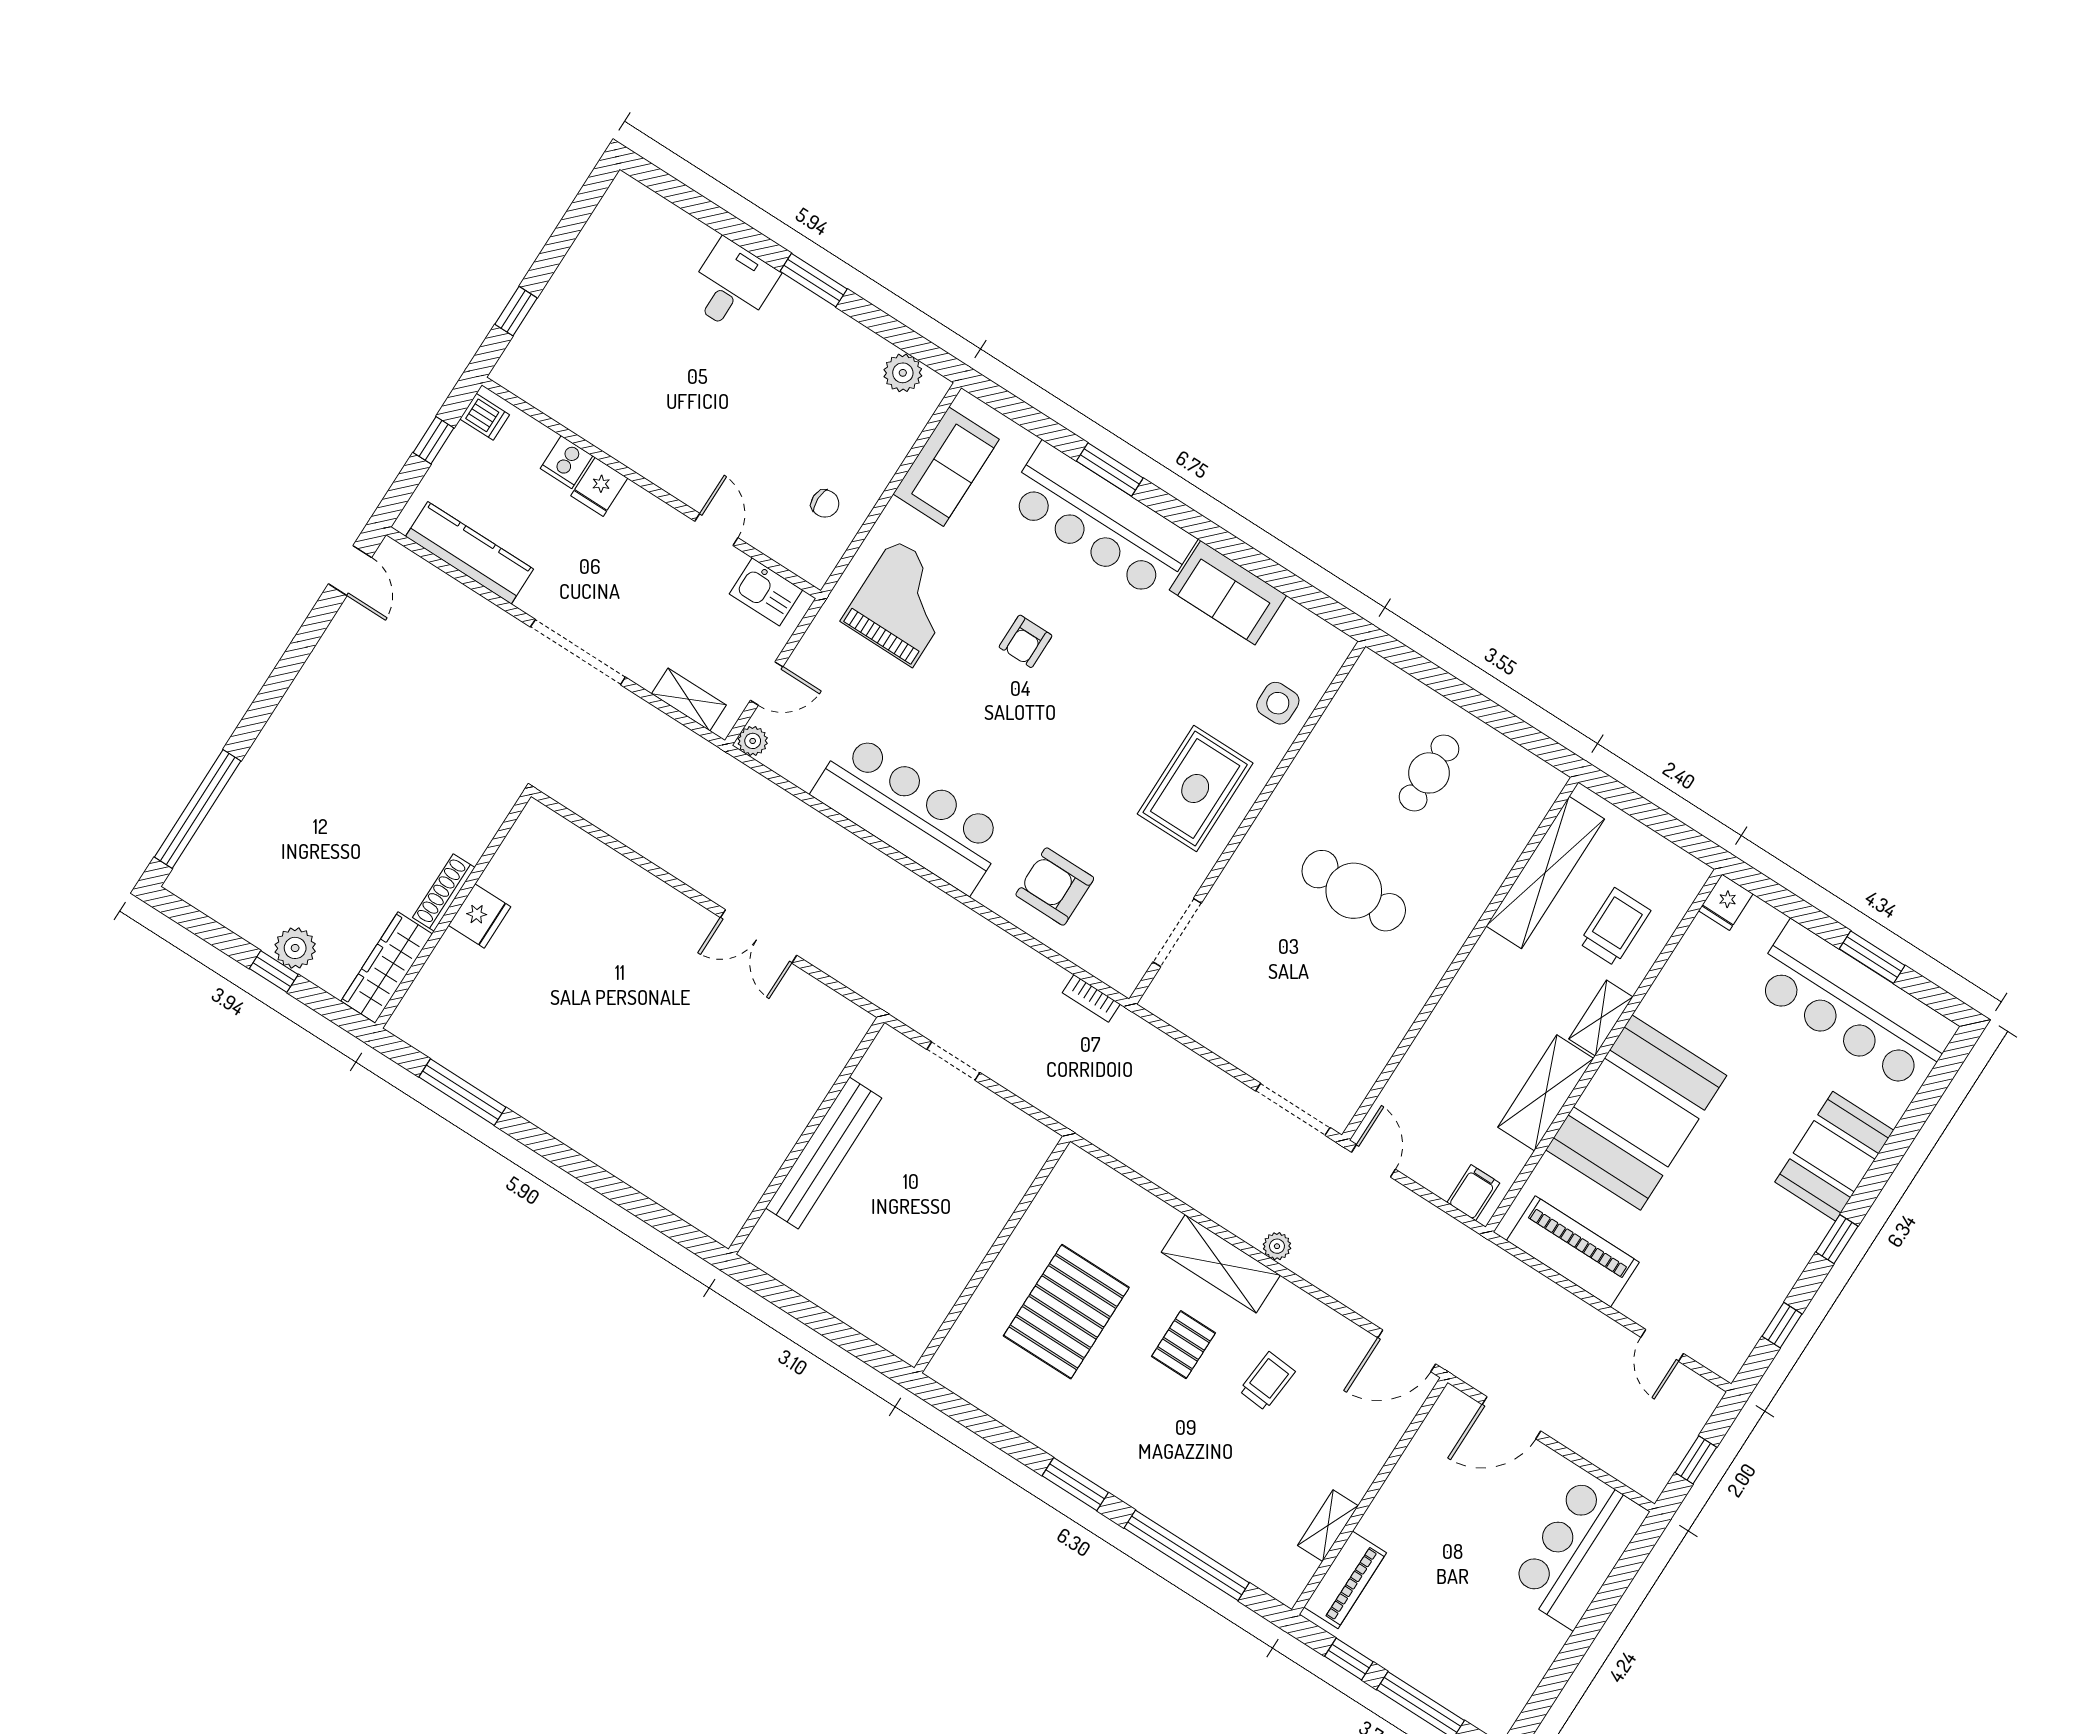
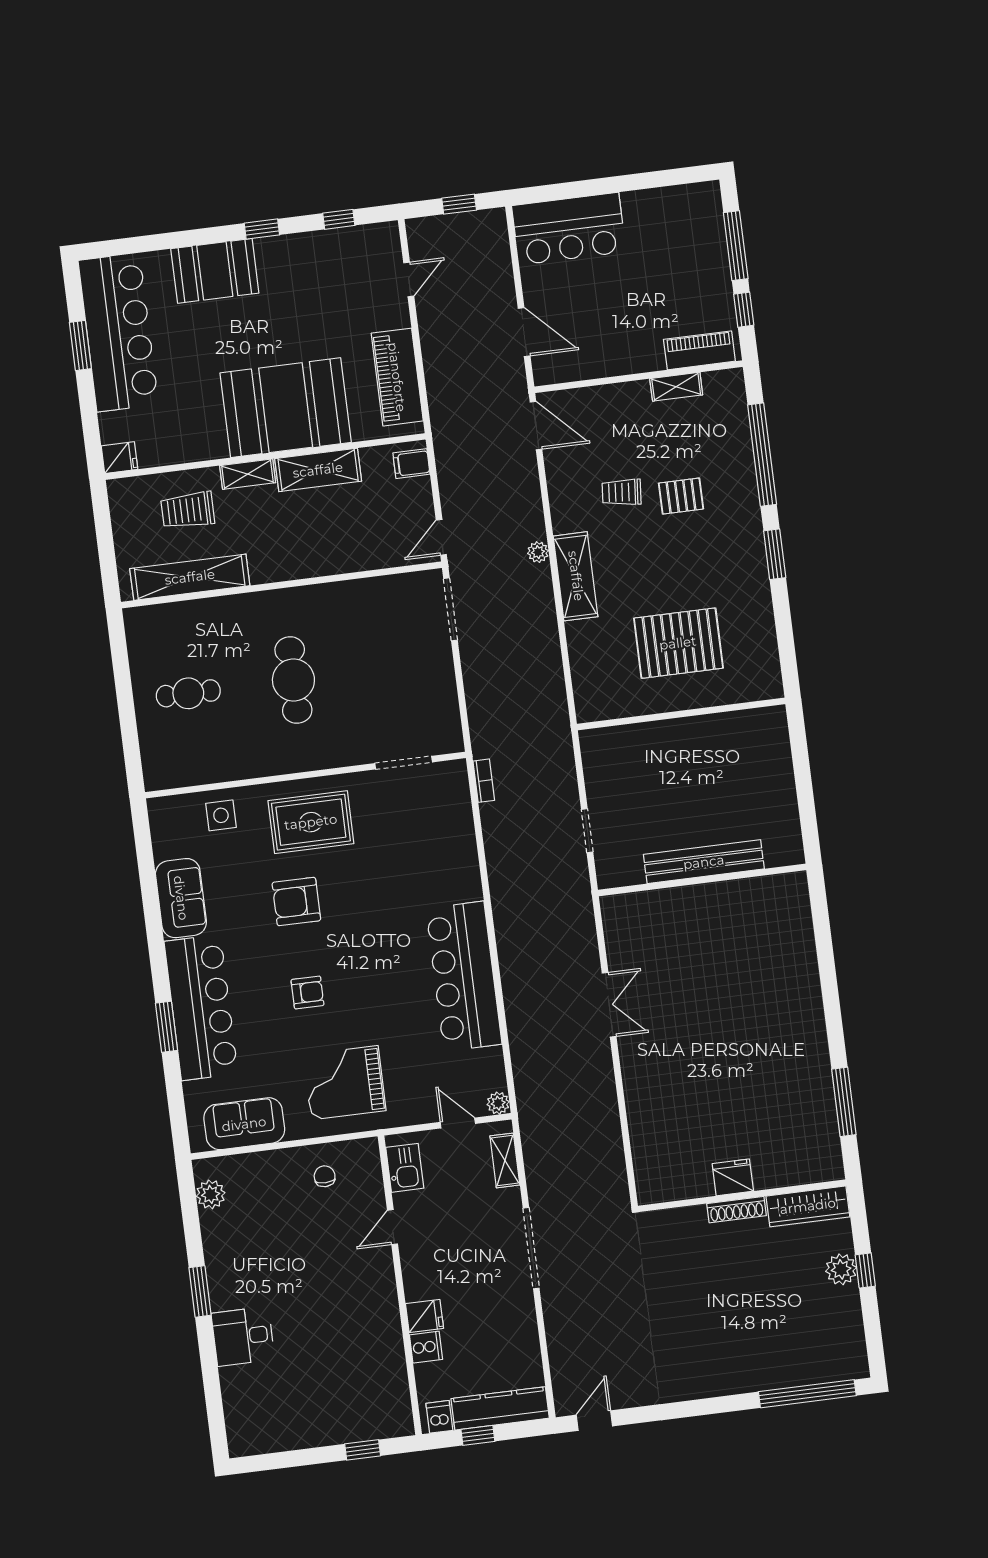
kitchen counter: (469, 553) -> (500, 1408), moved, turned 90
armchair: (1055, 887) -> (296, 902), moved, turned 90
pallet: (1183, 1345) -> (681, 496), moved

